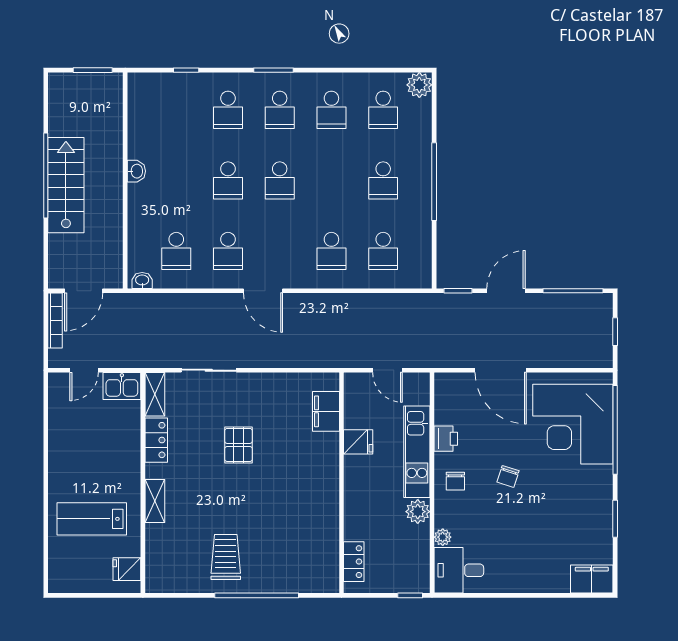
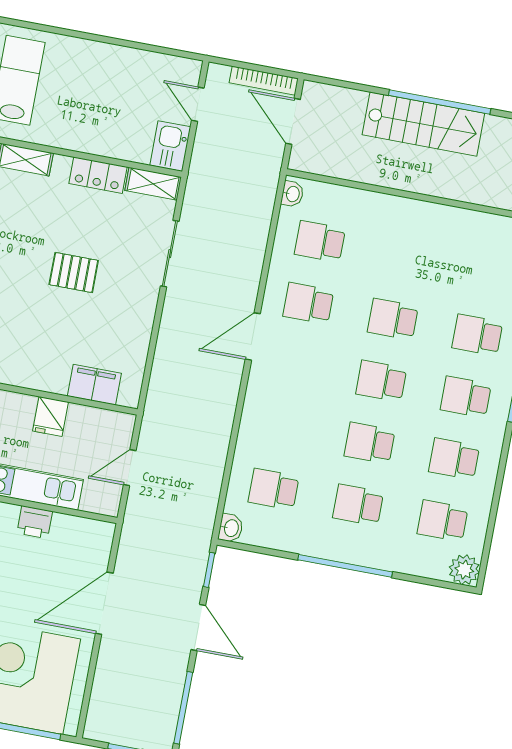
washbasin: (136, 171) -> (231, 528), moved, turned -90
school desk: (331, 251) -> (370, 443), moved

